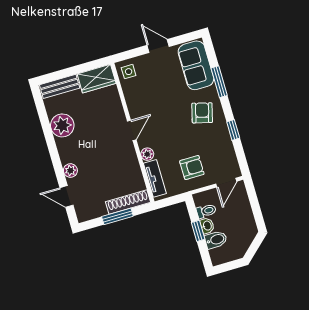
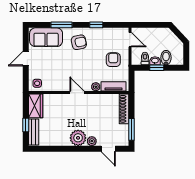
window: (66, 73) -> (26, 125), added
armchair: (202, 113) -> (79, 42), turned 153
plant: (62, 125) -> (78, 138), moved
door: (66, 196) -> (108, 149), hinge flipped
window: (117, 216) -> (131, 129), moved

